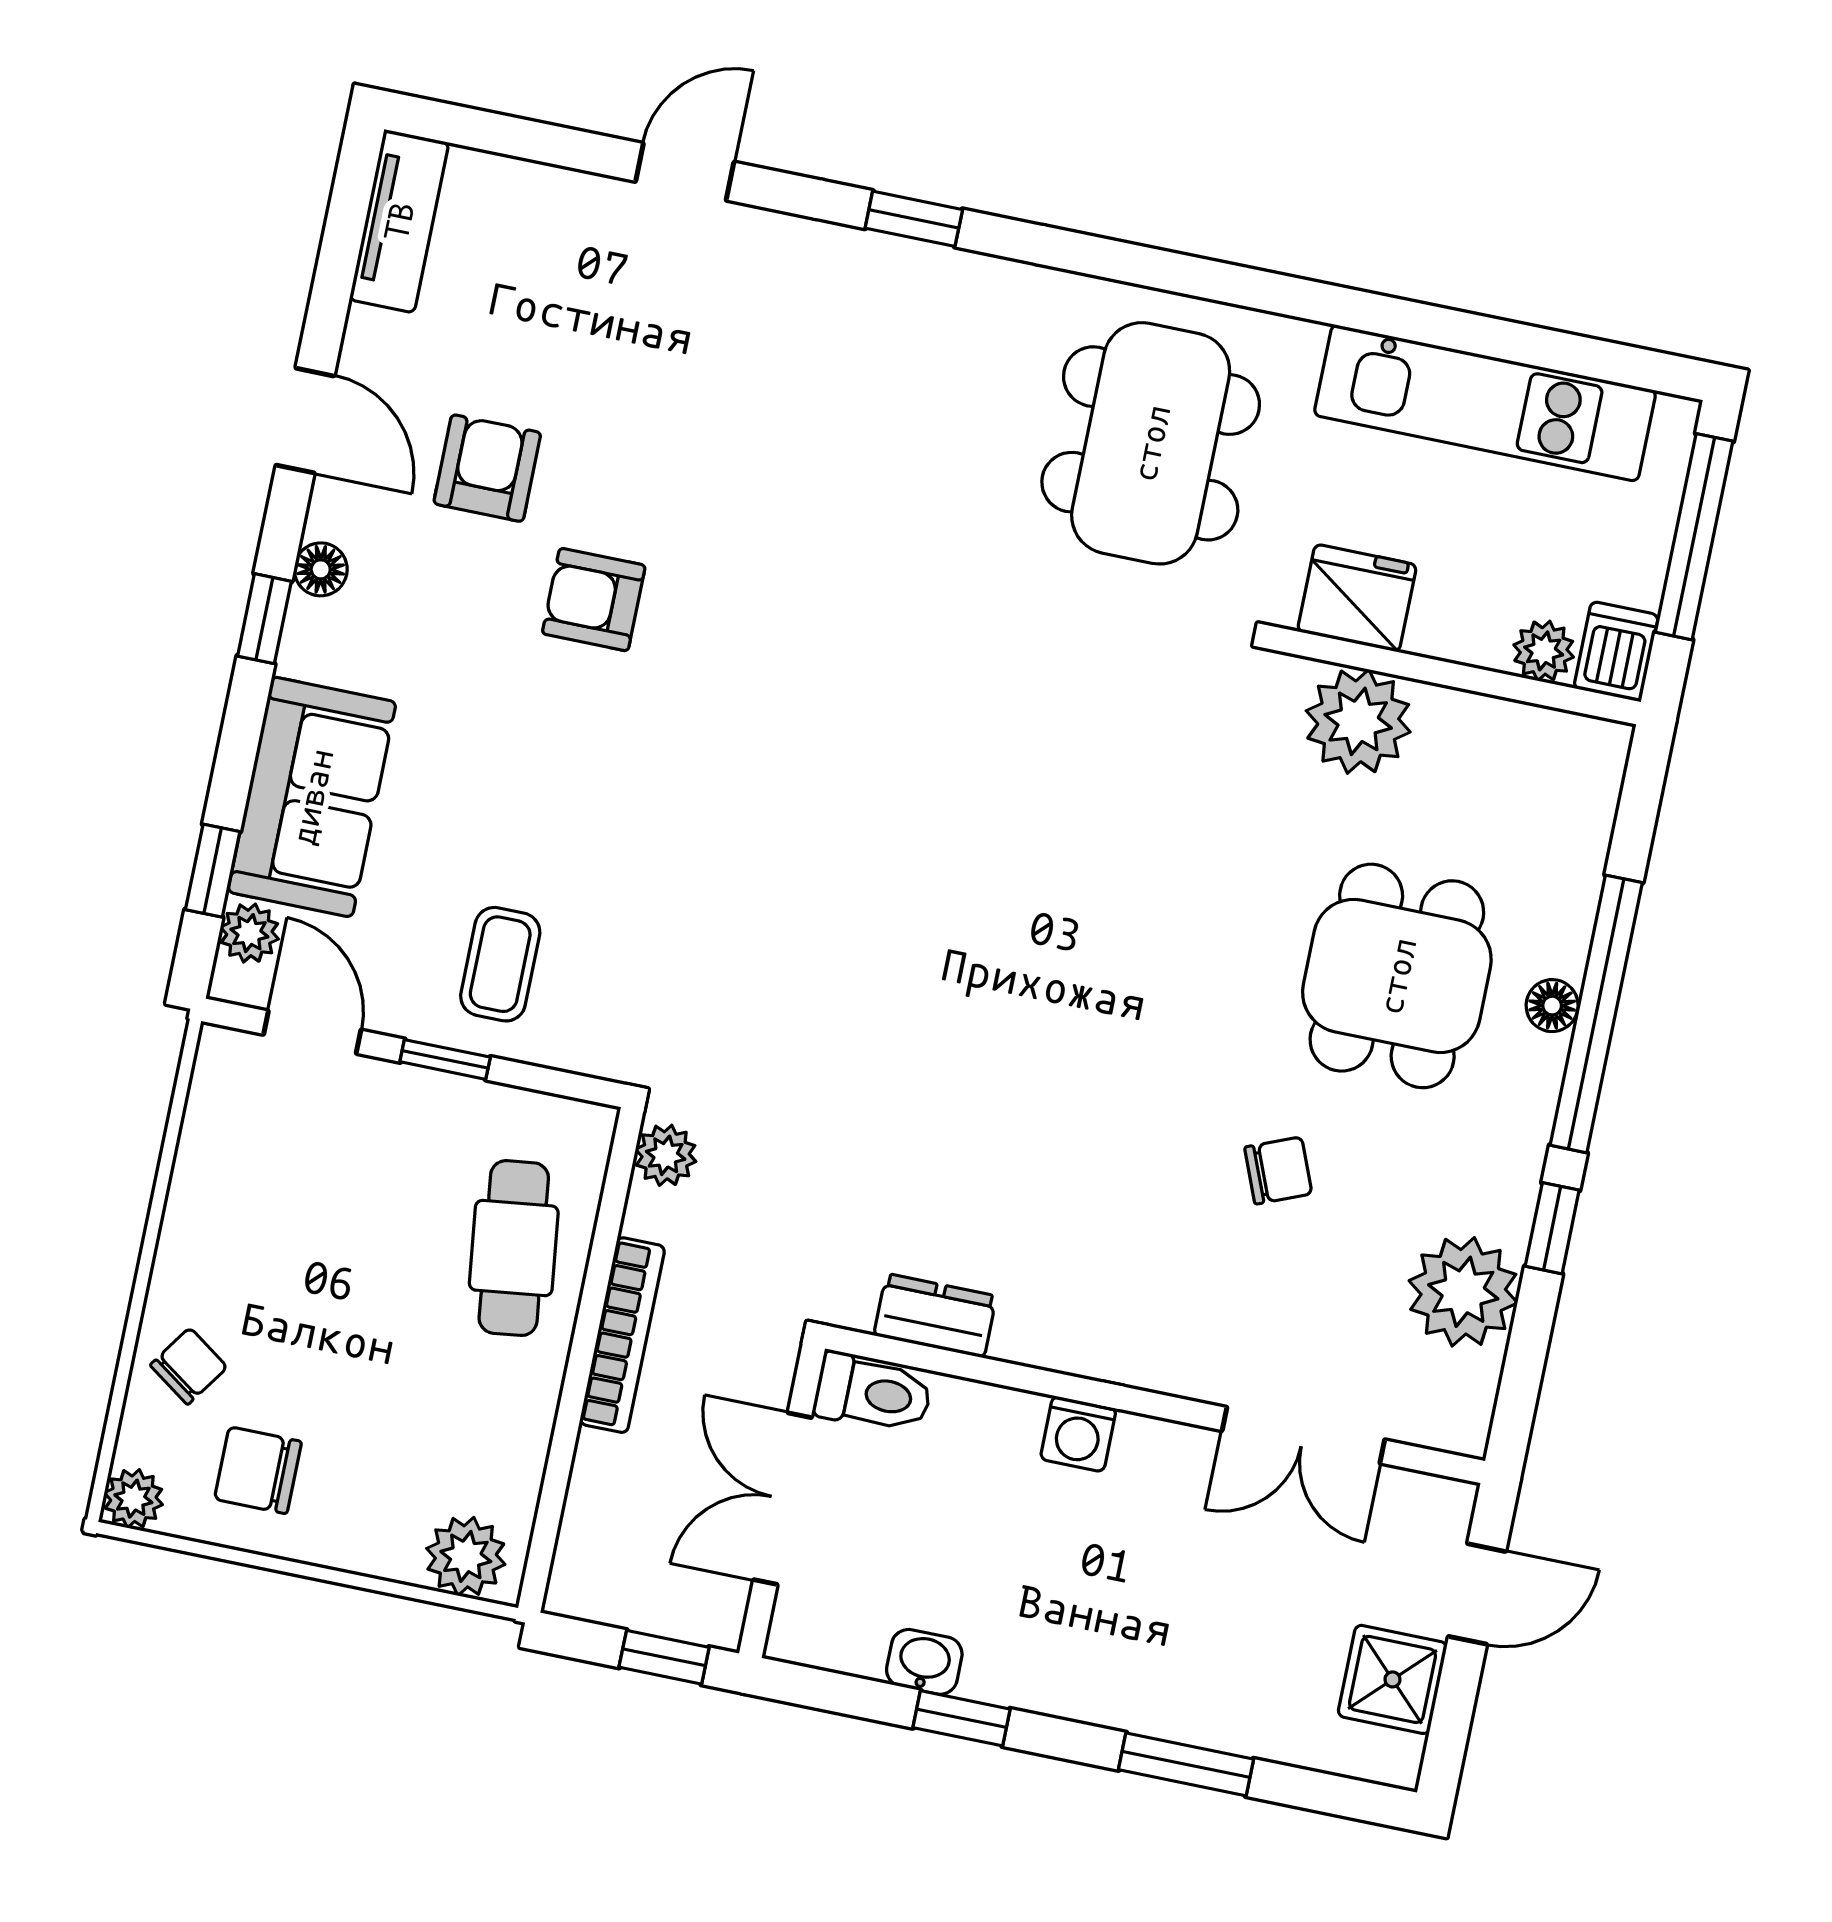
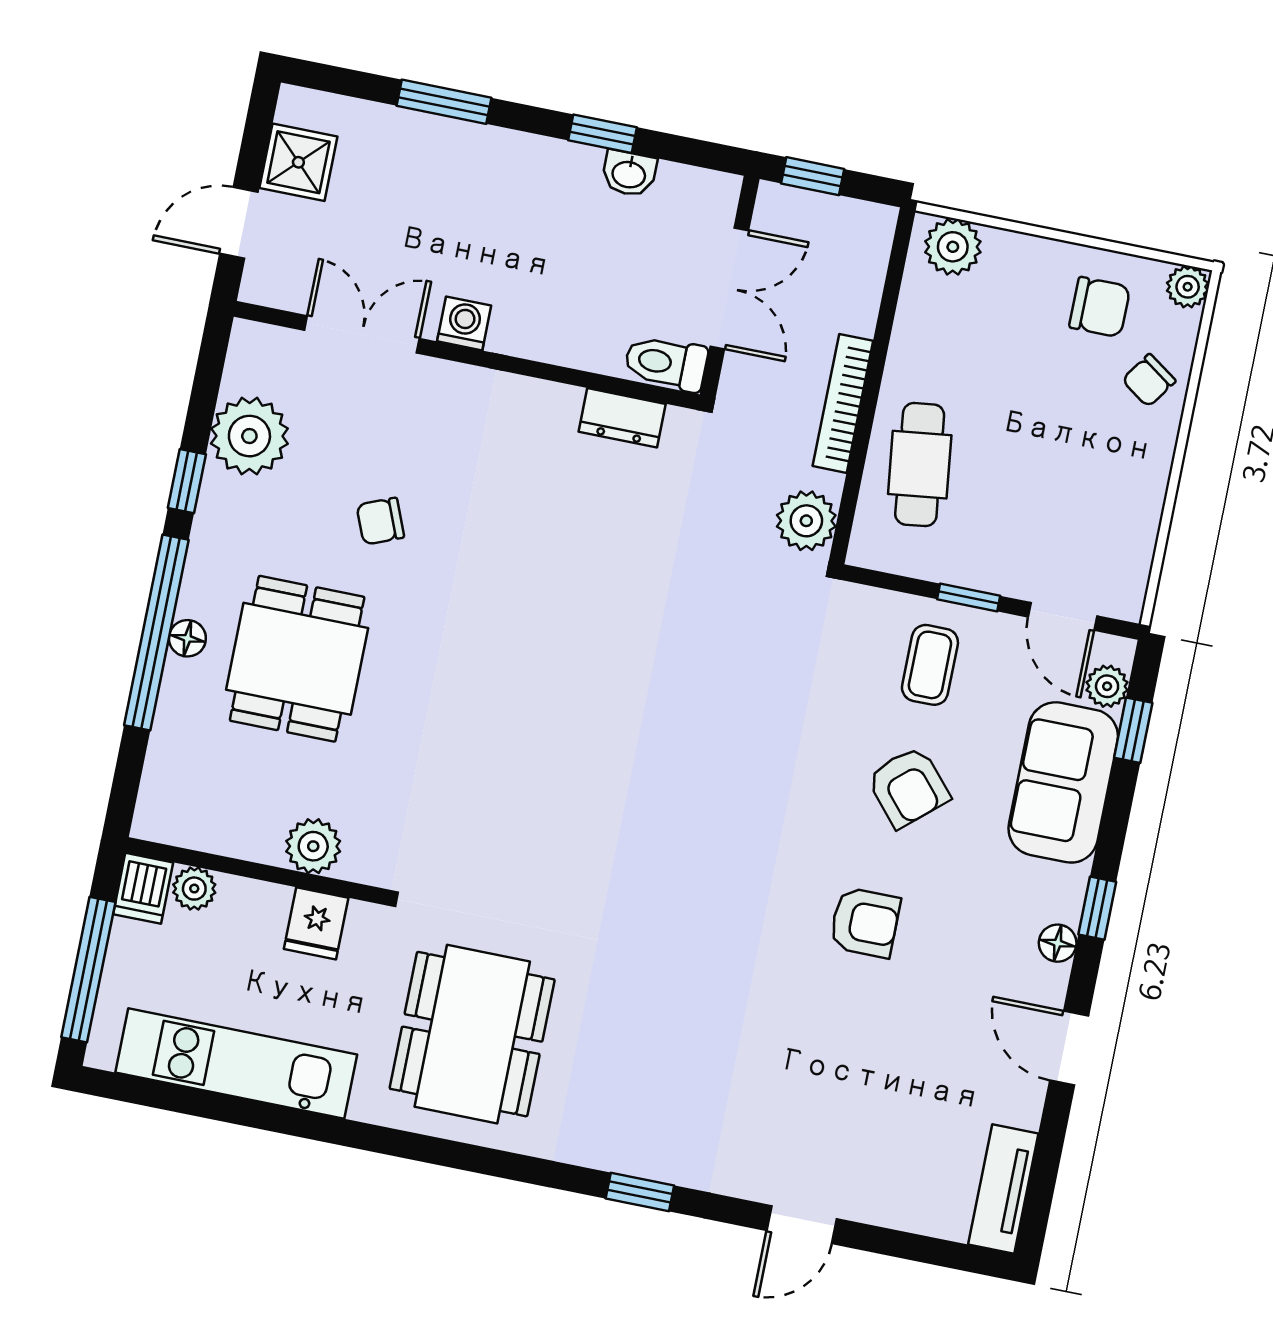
armchair: (487, 468) -> (908, 787), moved, turned -41
fridge: (1357, 598) -> (316, 923), width x0.72
plant: (1358, 721) -> (313, 846), width x0.73, depth x0.73
plant: (666, 1155) -> (806, 521), width x1.38, depth x1.38
washing machine: (1078, 1434) -> (464, 323), moved

